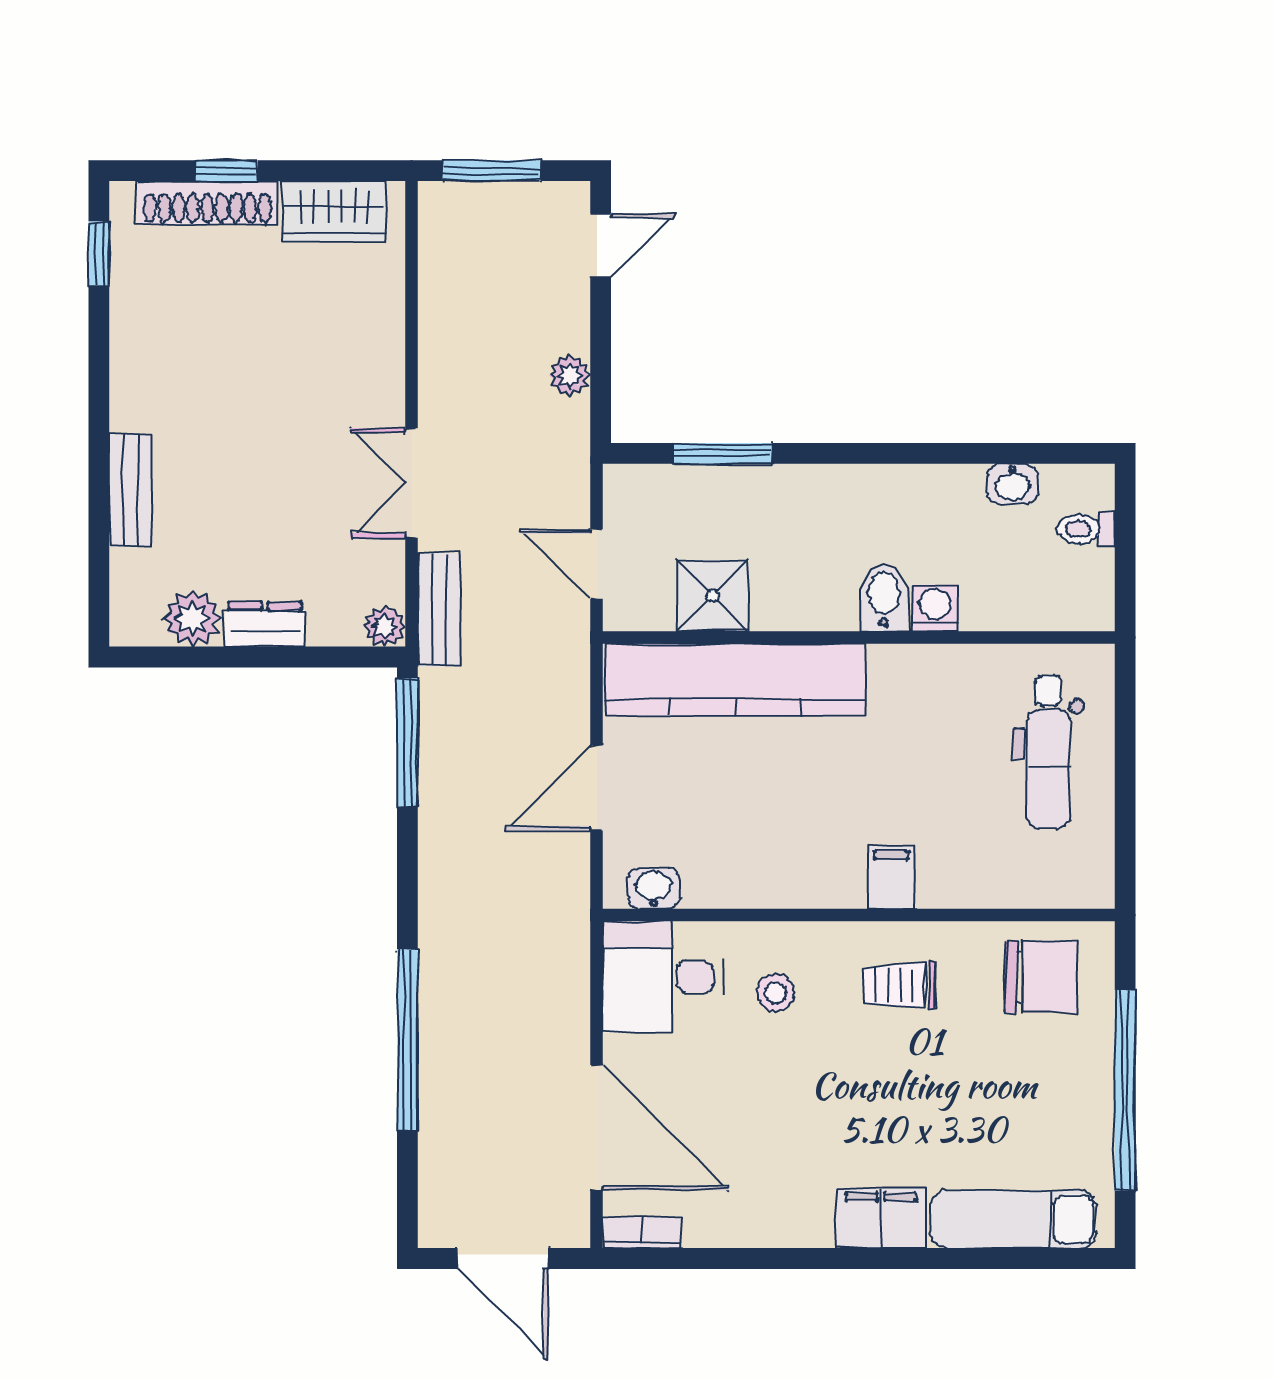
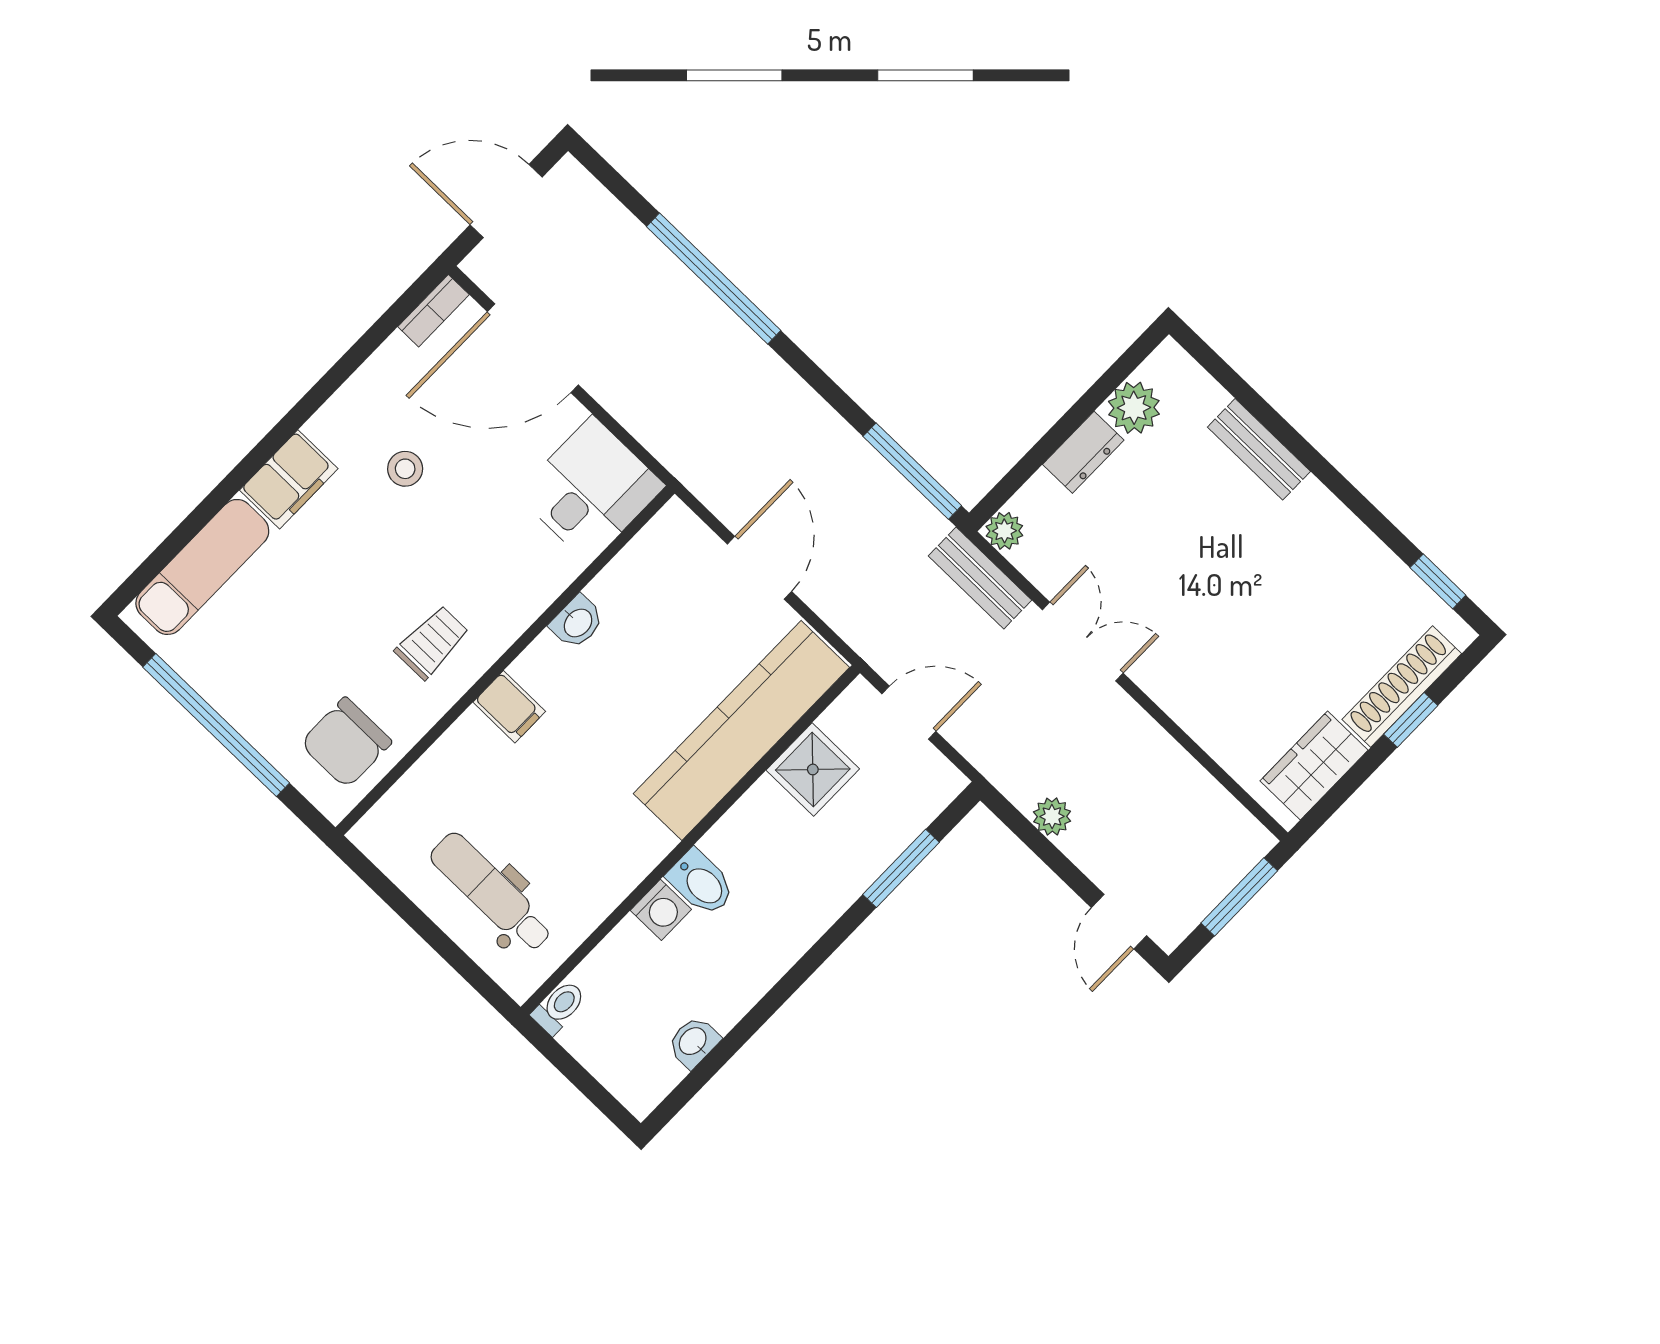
toilet: (1086, 529) -> (559, 1007), moved
washbasin: (653, 888) -> (577, 622), moved
stool: (776, 993) -> (405, 469), moved

